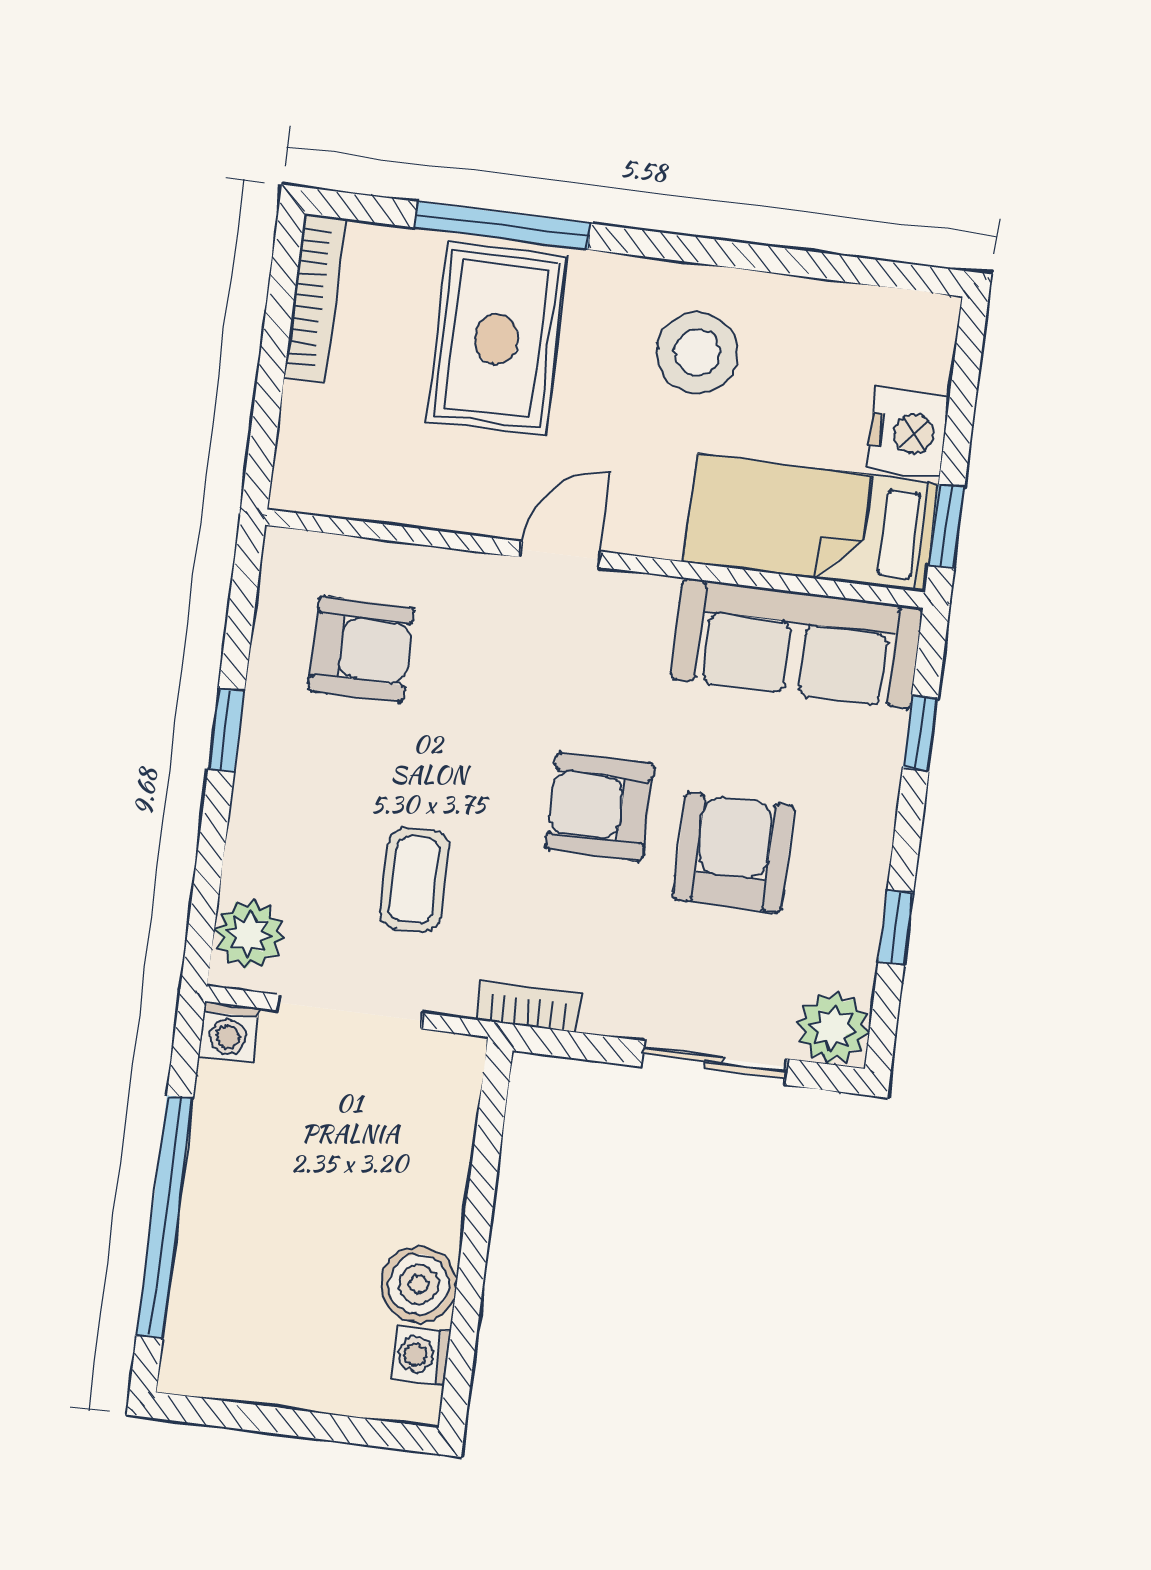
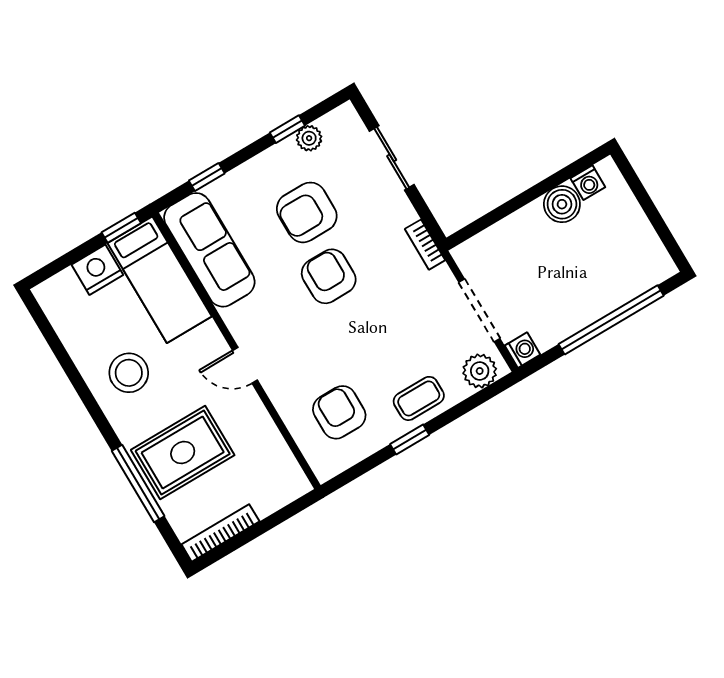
armchair: (600, 807) -> (329, 276), turned 180
coffee table: (414, 880) -> (419, 398), moved
plant: (833, 1028) -> (309, 138), moved, width x0.73, depth x0.73

